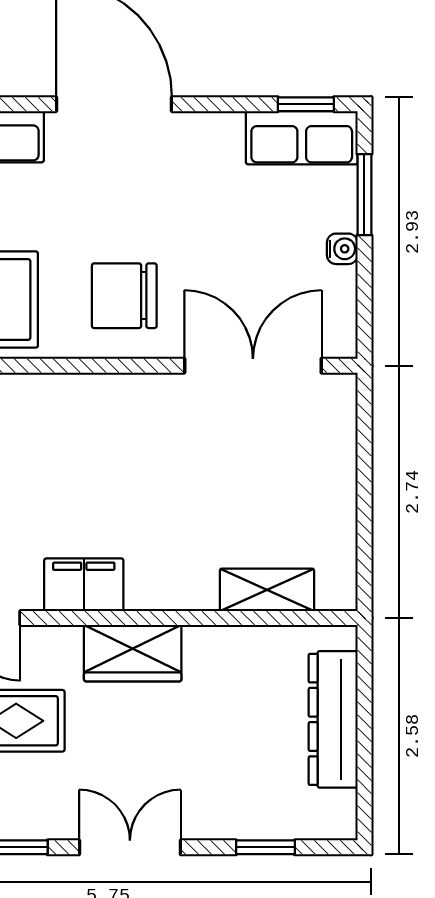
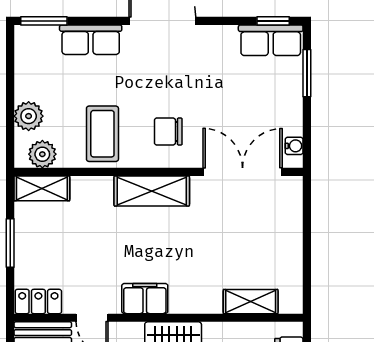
water cooler: (342, 249) -> (294, 146), moved
chair: (124, 296) -> (168, 132), width x0.73, depth x0.73
shelving: (96, 399) -> (152, 191), added

